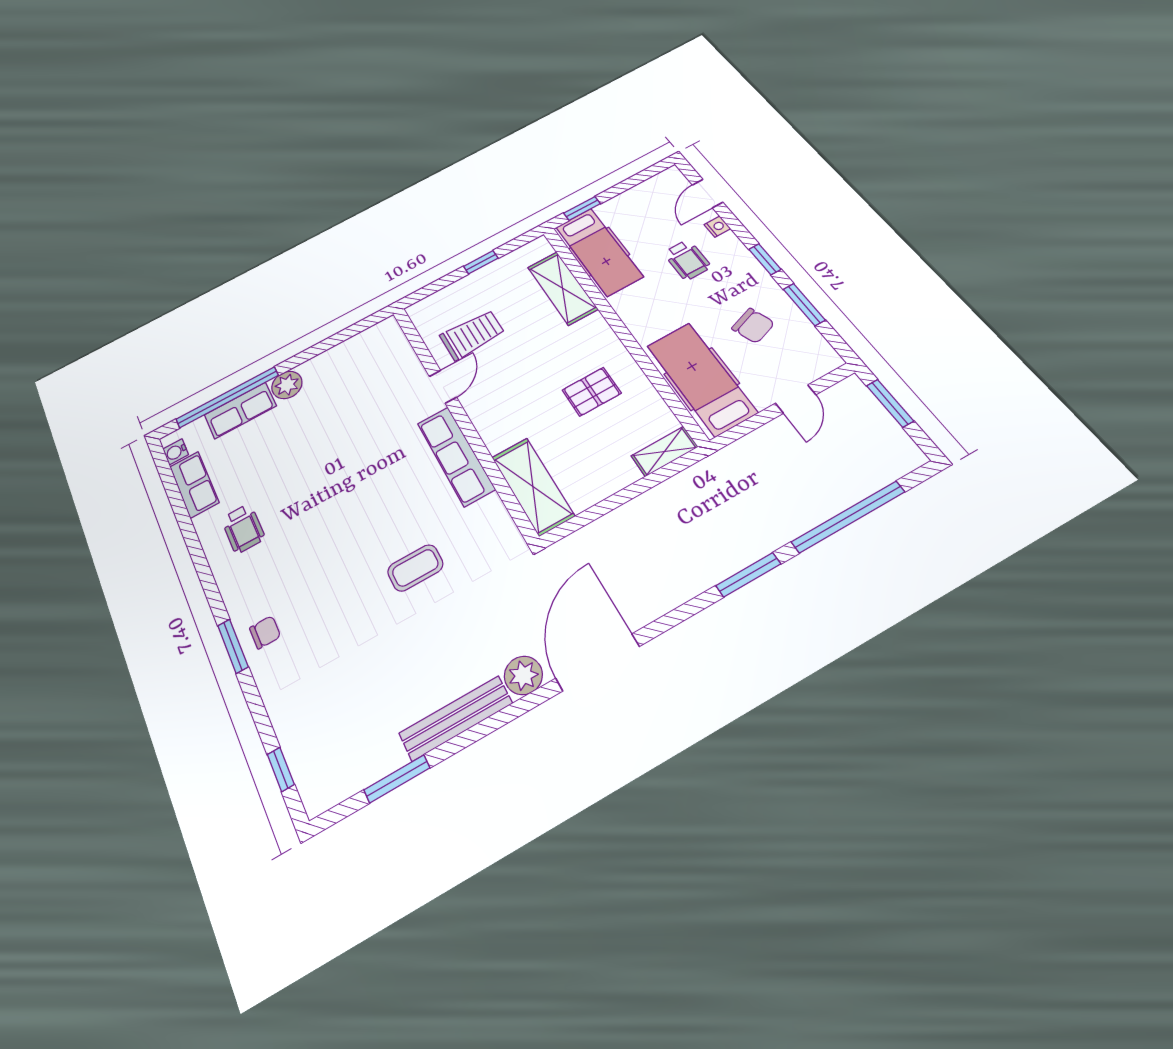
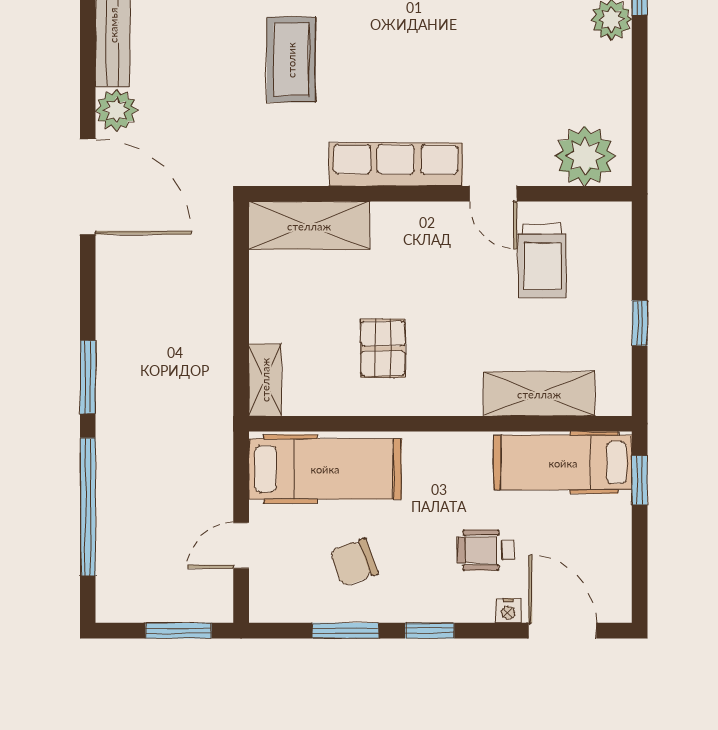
door: (708, 193) -> (563, 631), width x1.38
plant: (387, 350) -> (585, 156), added
door: (796, 399) -> (241, 545), hinge flipped
coffee table: (415, 568) -> (291, 60), width x1.36, depth x1.30

